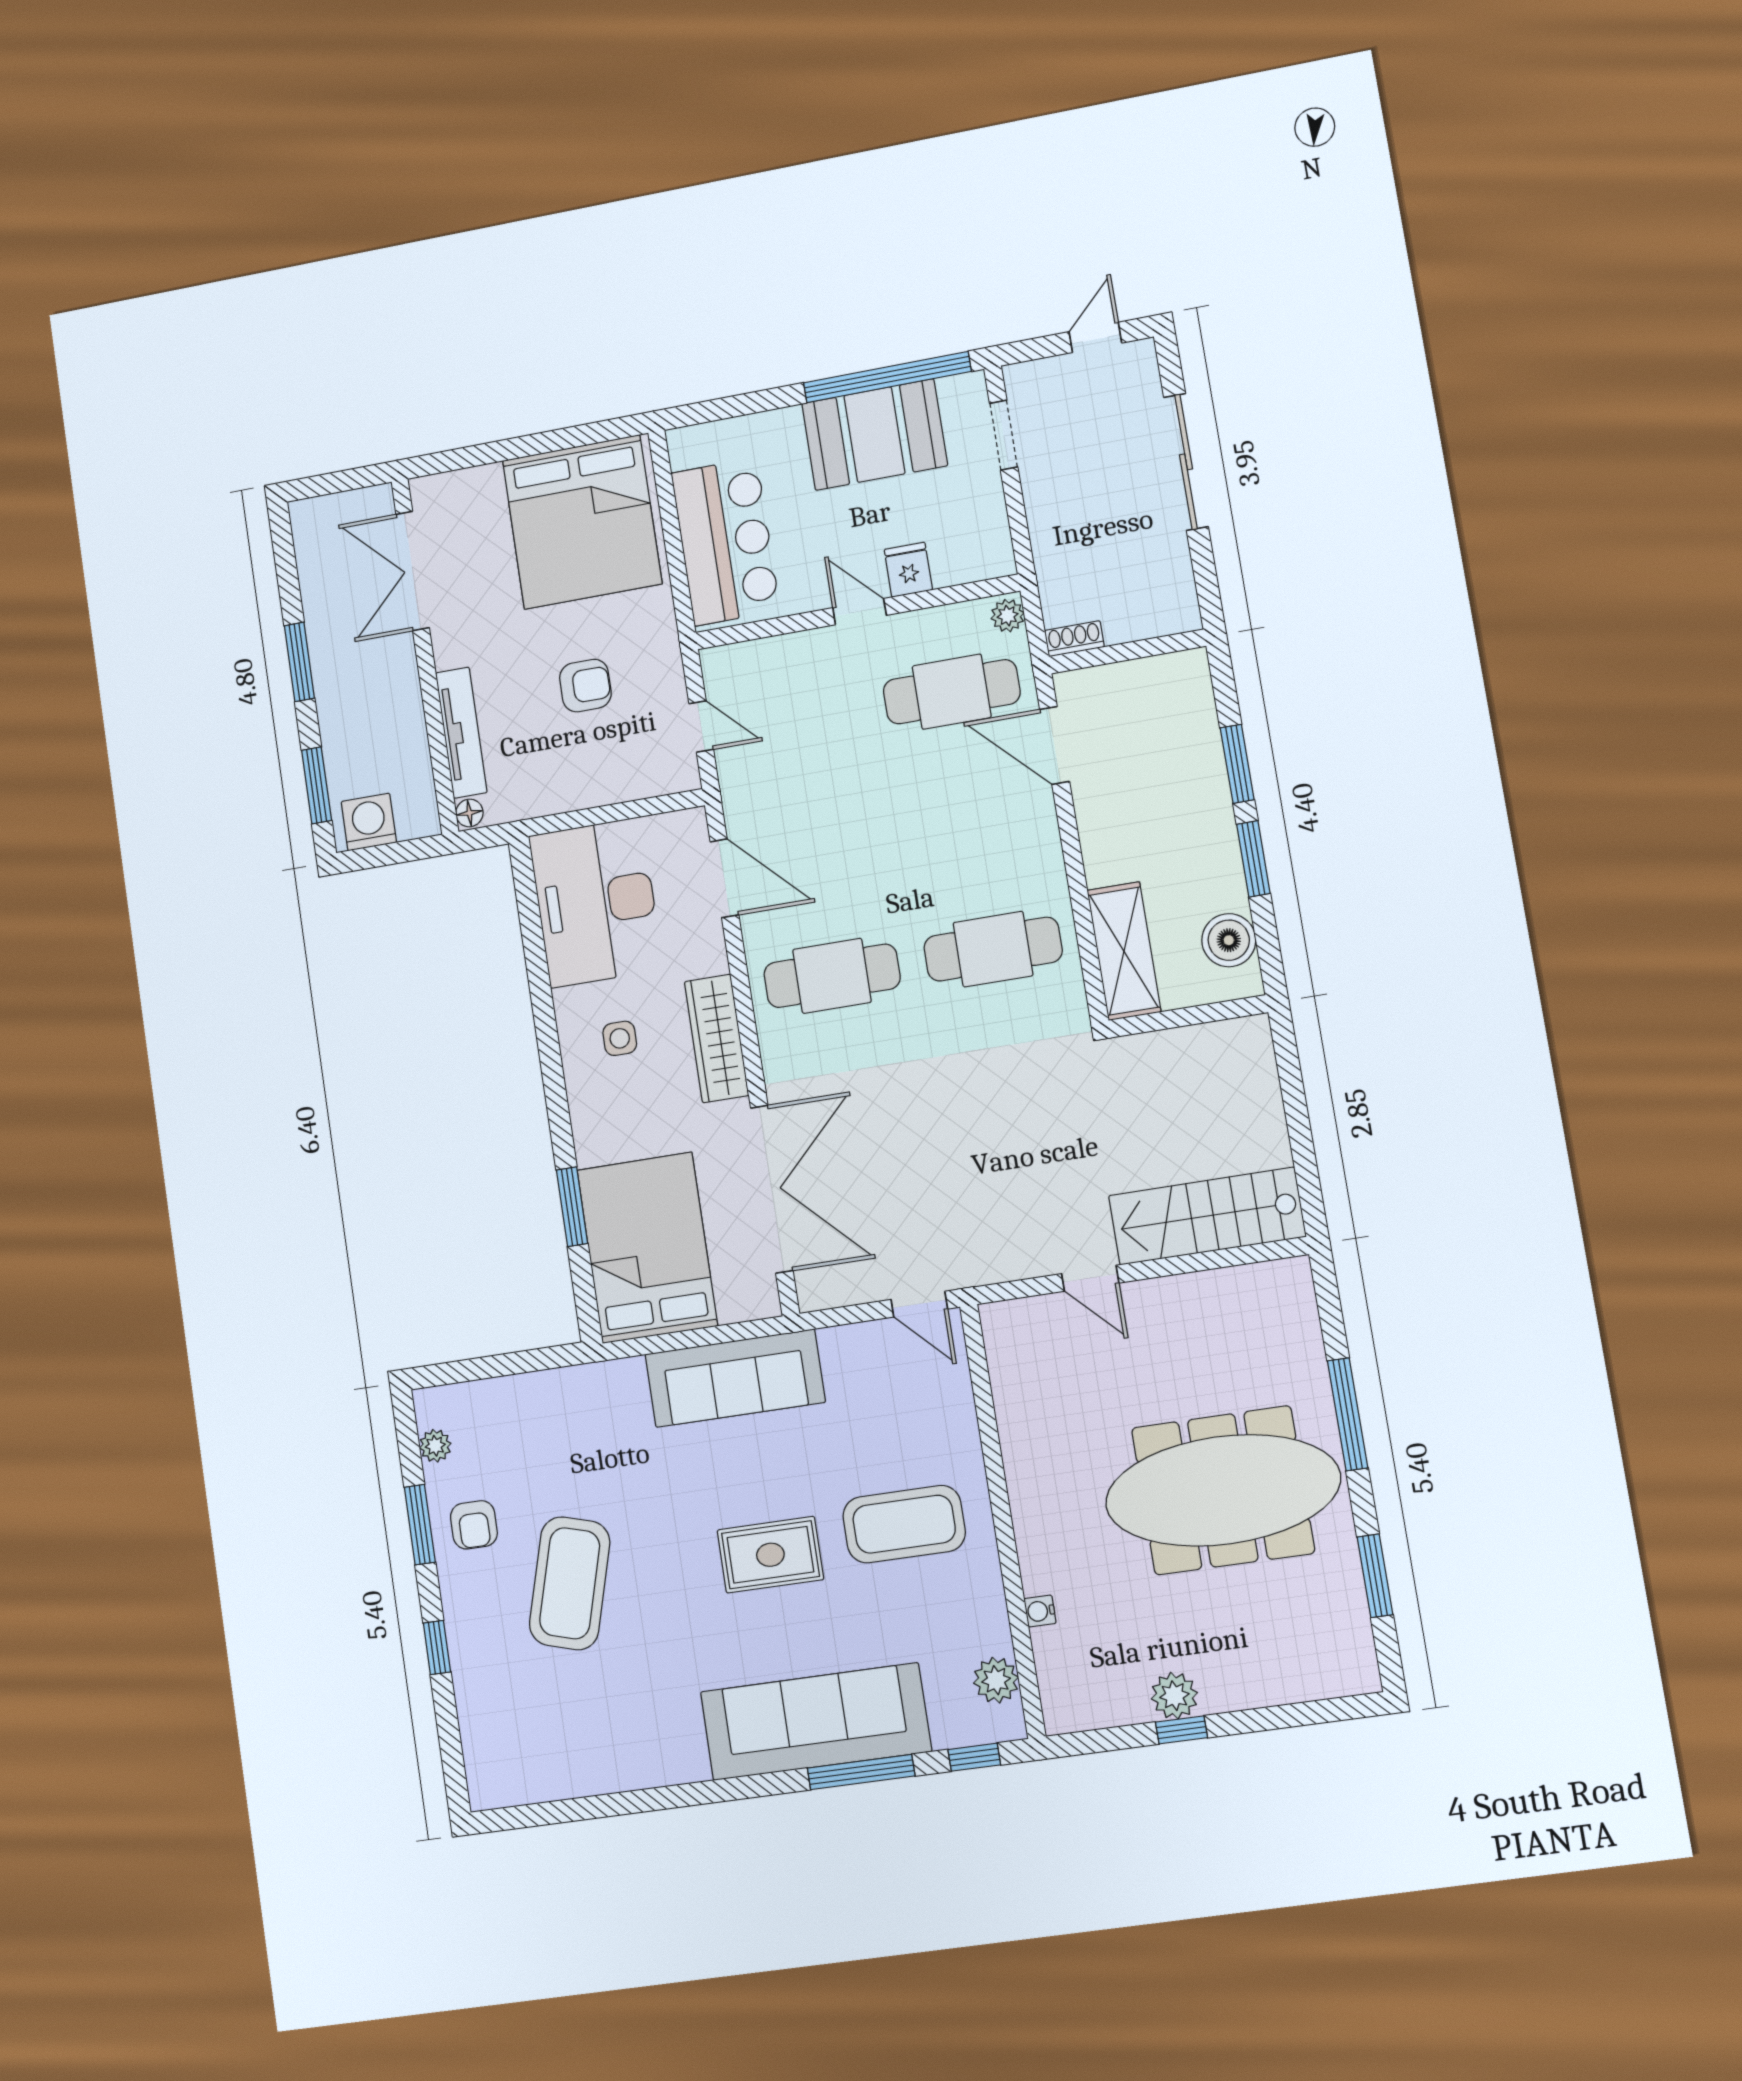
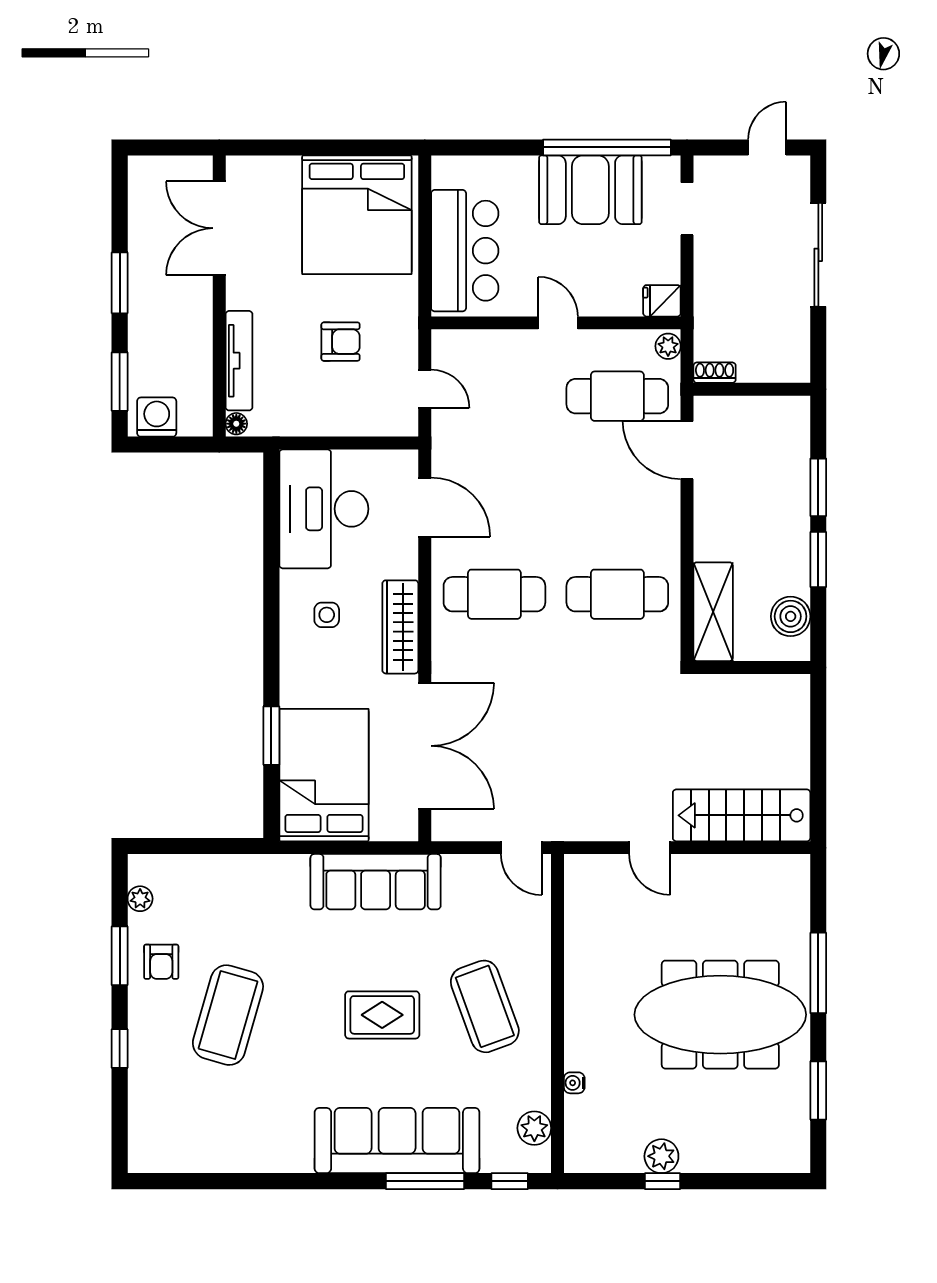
fridge: (908, 570) -> (662, 301), moved, turned -90
coffee table: (904, 1524) -> (485, 1006), turned 70

